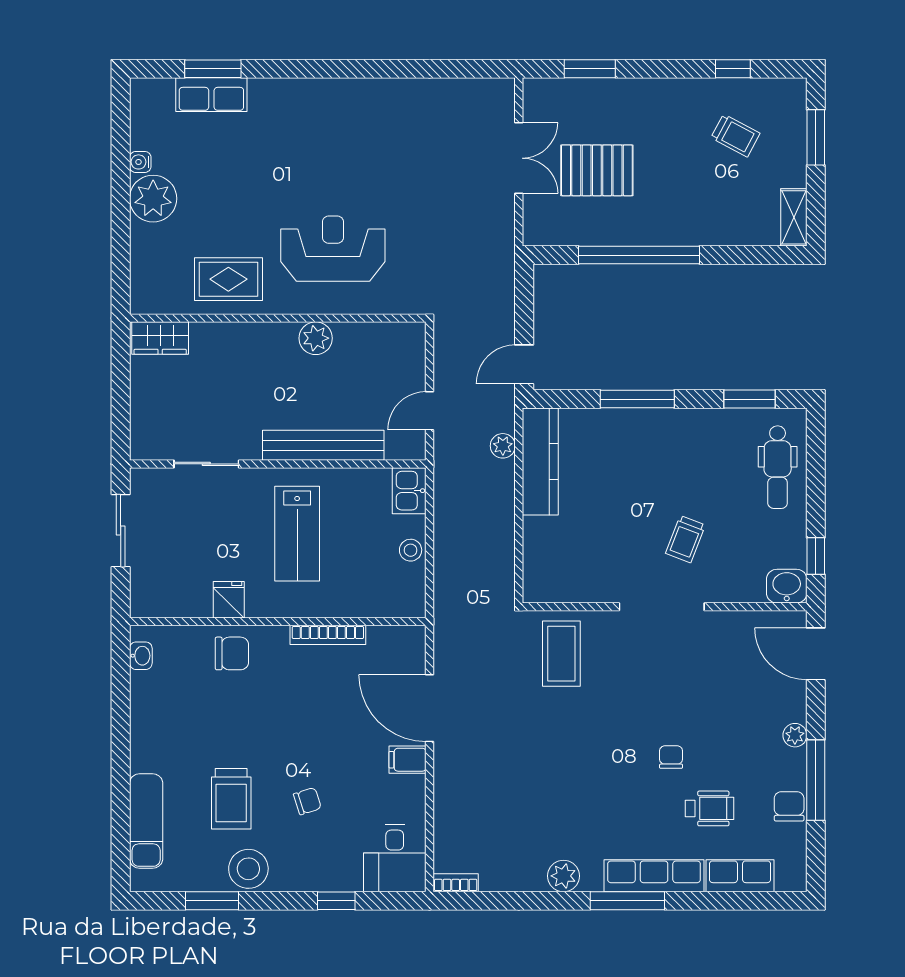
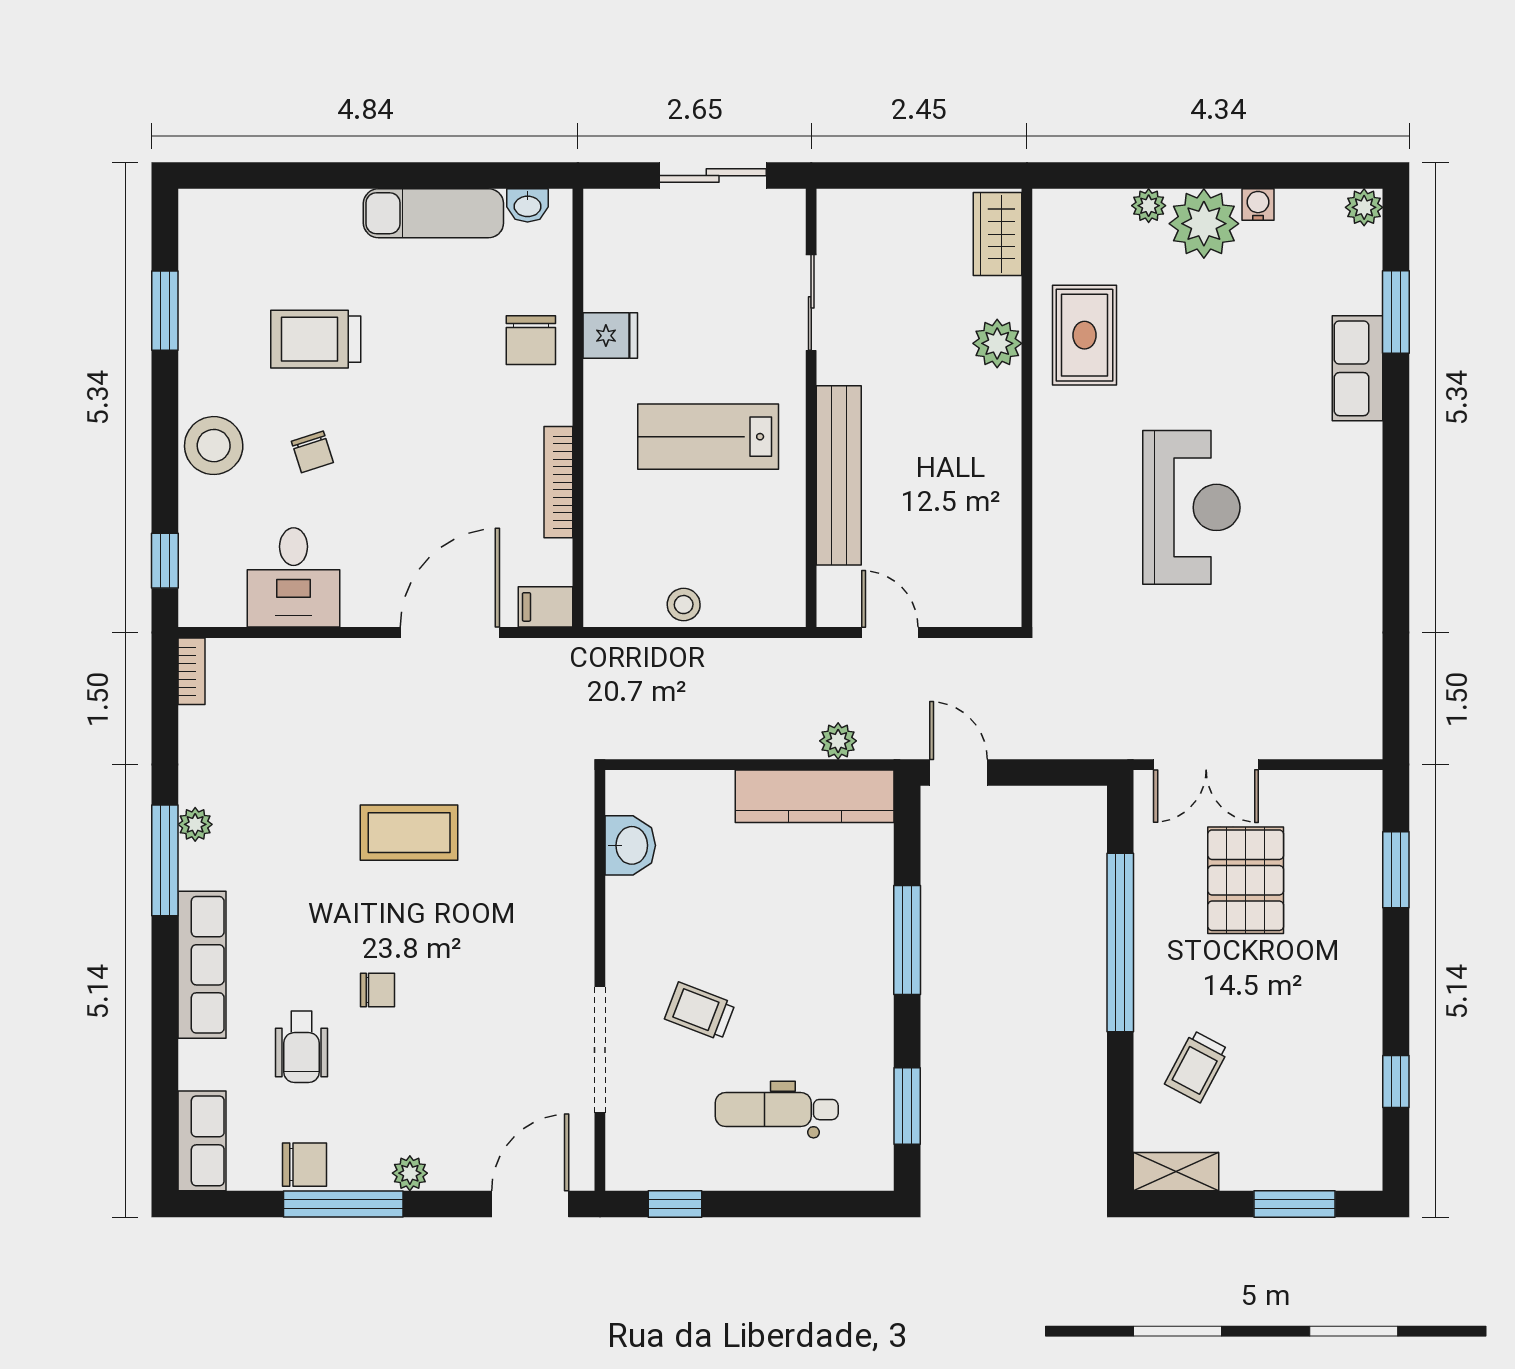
plant: (142, 90) -> (1364, 207), added
row of seats: (211, 95) -> (1357, 368), moved
trolley: (735, 136) -> (1197, 1067), moved
double door: (519, 158) -> (1206, 765), moved
plant: (141, 236) -> (1149, 206), added
reception desk: (333, 249) -> (1191, 507), moved
plant: (316, 338) -> (997, 343), moved
dental chair: (778, 467) -> (777, 1110), moved
kitchen sink: (409, 491) -> (772, 602), removed
washbasin: (787, 586) -> (630, 845), moved
doorway: (662, 607) -> (600, 1050), moved
coffee table: (561, 654) -> (409, 833), moved
filing cabinet: (408, 760) -> (545, 607), moved, turned -90
exam couch: (146, 821) -> (433, 213), moved
desk: (395, 858) -> (294, 577), moved, turned -90
stool: (248, 869) -> (214, 446), moved
plant: (563, 876) -> (195, 824), width x0.73, depth x0.73
row of seats: (740, 876) -> (202, 1141), moved
window: (336, 901) -> (165, 561), moved
window: (627, 901) -> (165, 860), moved

